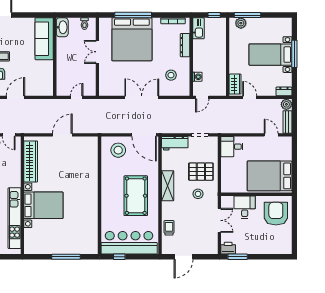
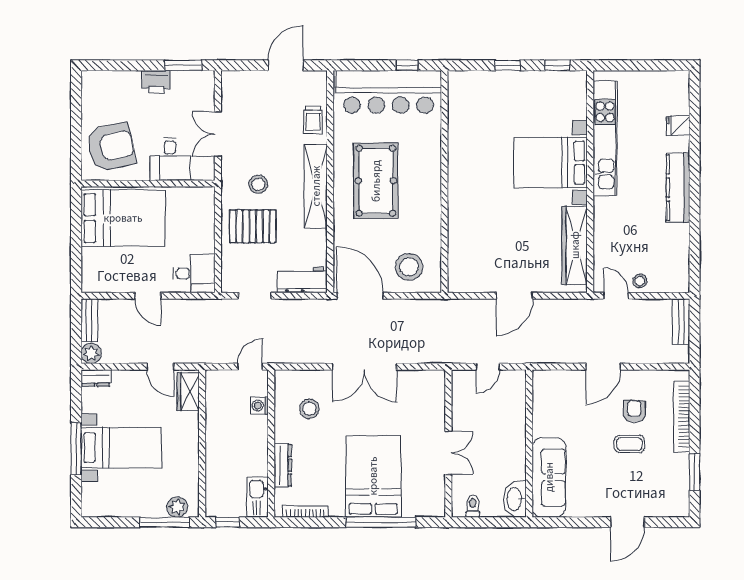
bed: (132, 39) -> (373, 476), width x0.73
door: (271, 135) -> (148, 296), moved
shelving: (168, 186) -> (316, 186), width x1.47
armchair: (276, 214) -> (111, 147), turned -102
printer: (228, 248) -> (156, 82), moved
window: (40, 257) -> (557, 65), added
window: (66, 257) -> (508, 65), width x0.46

